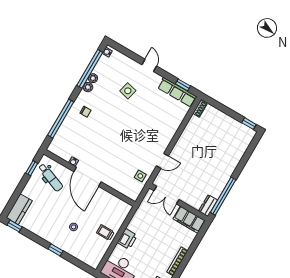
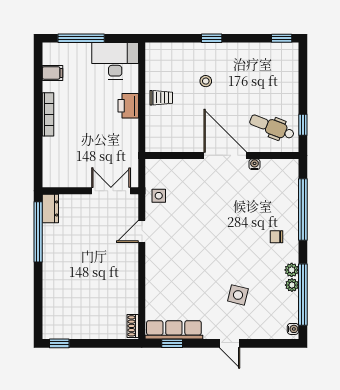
kitchen counter: (19, 209) -> (288, 63), removed
filing cabinet: (189, 220) -> (64, 176), removed

